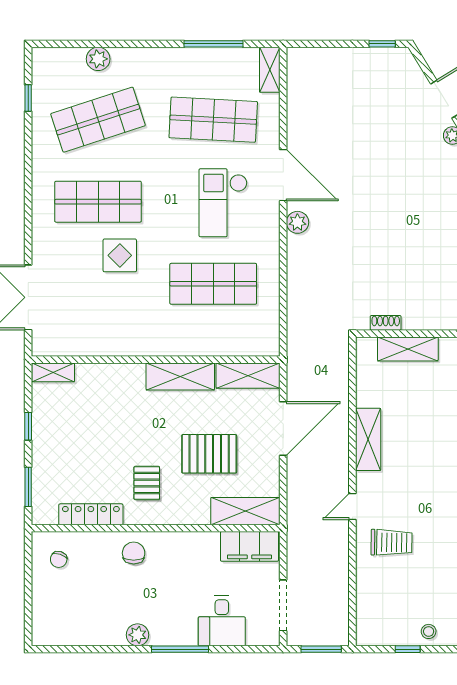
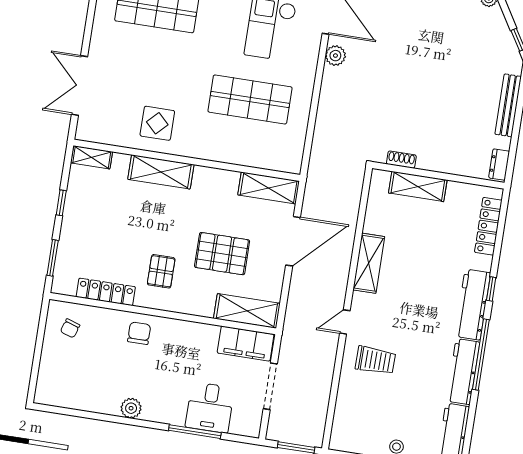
display table: (120, 255) -> (157, 123), moved
shelving: (180, 376) -> (161, 172), moved
doorway: (283, 605) -> (270, 386), moved
window: (180, 649) -> (195, 432), moved

